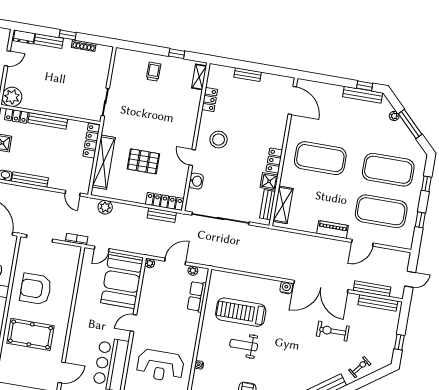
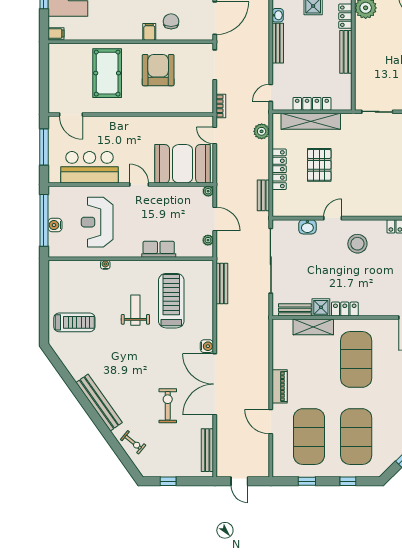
locker: (92, 141) -> (312, 104), moved
locker: (164, 201) -> (279, 169), moved
shelving: (283, 205) -> (313, 327), moved
bench: (372, 289) -> (222, 284), moved
row of seats: (197, 296) -> (159, 249), moved

